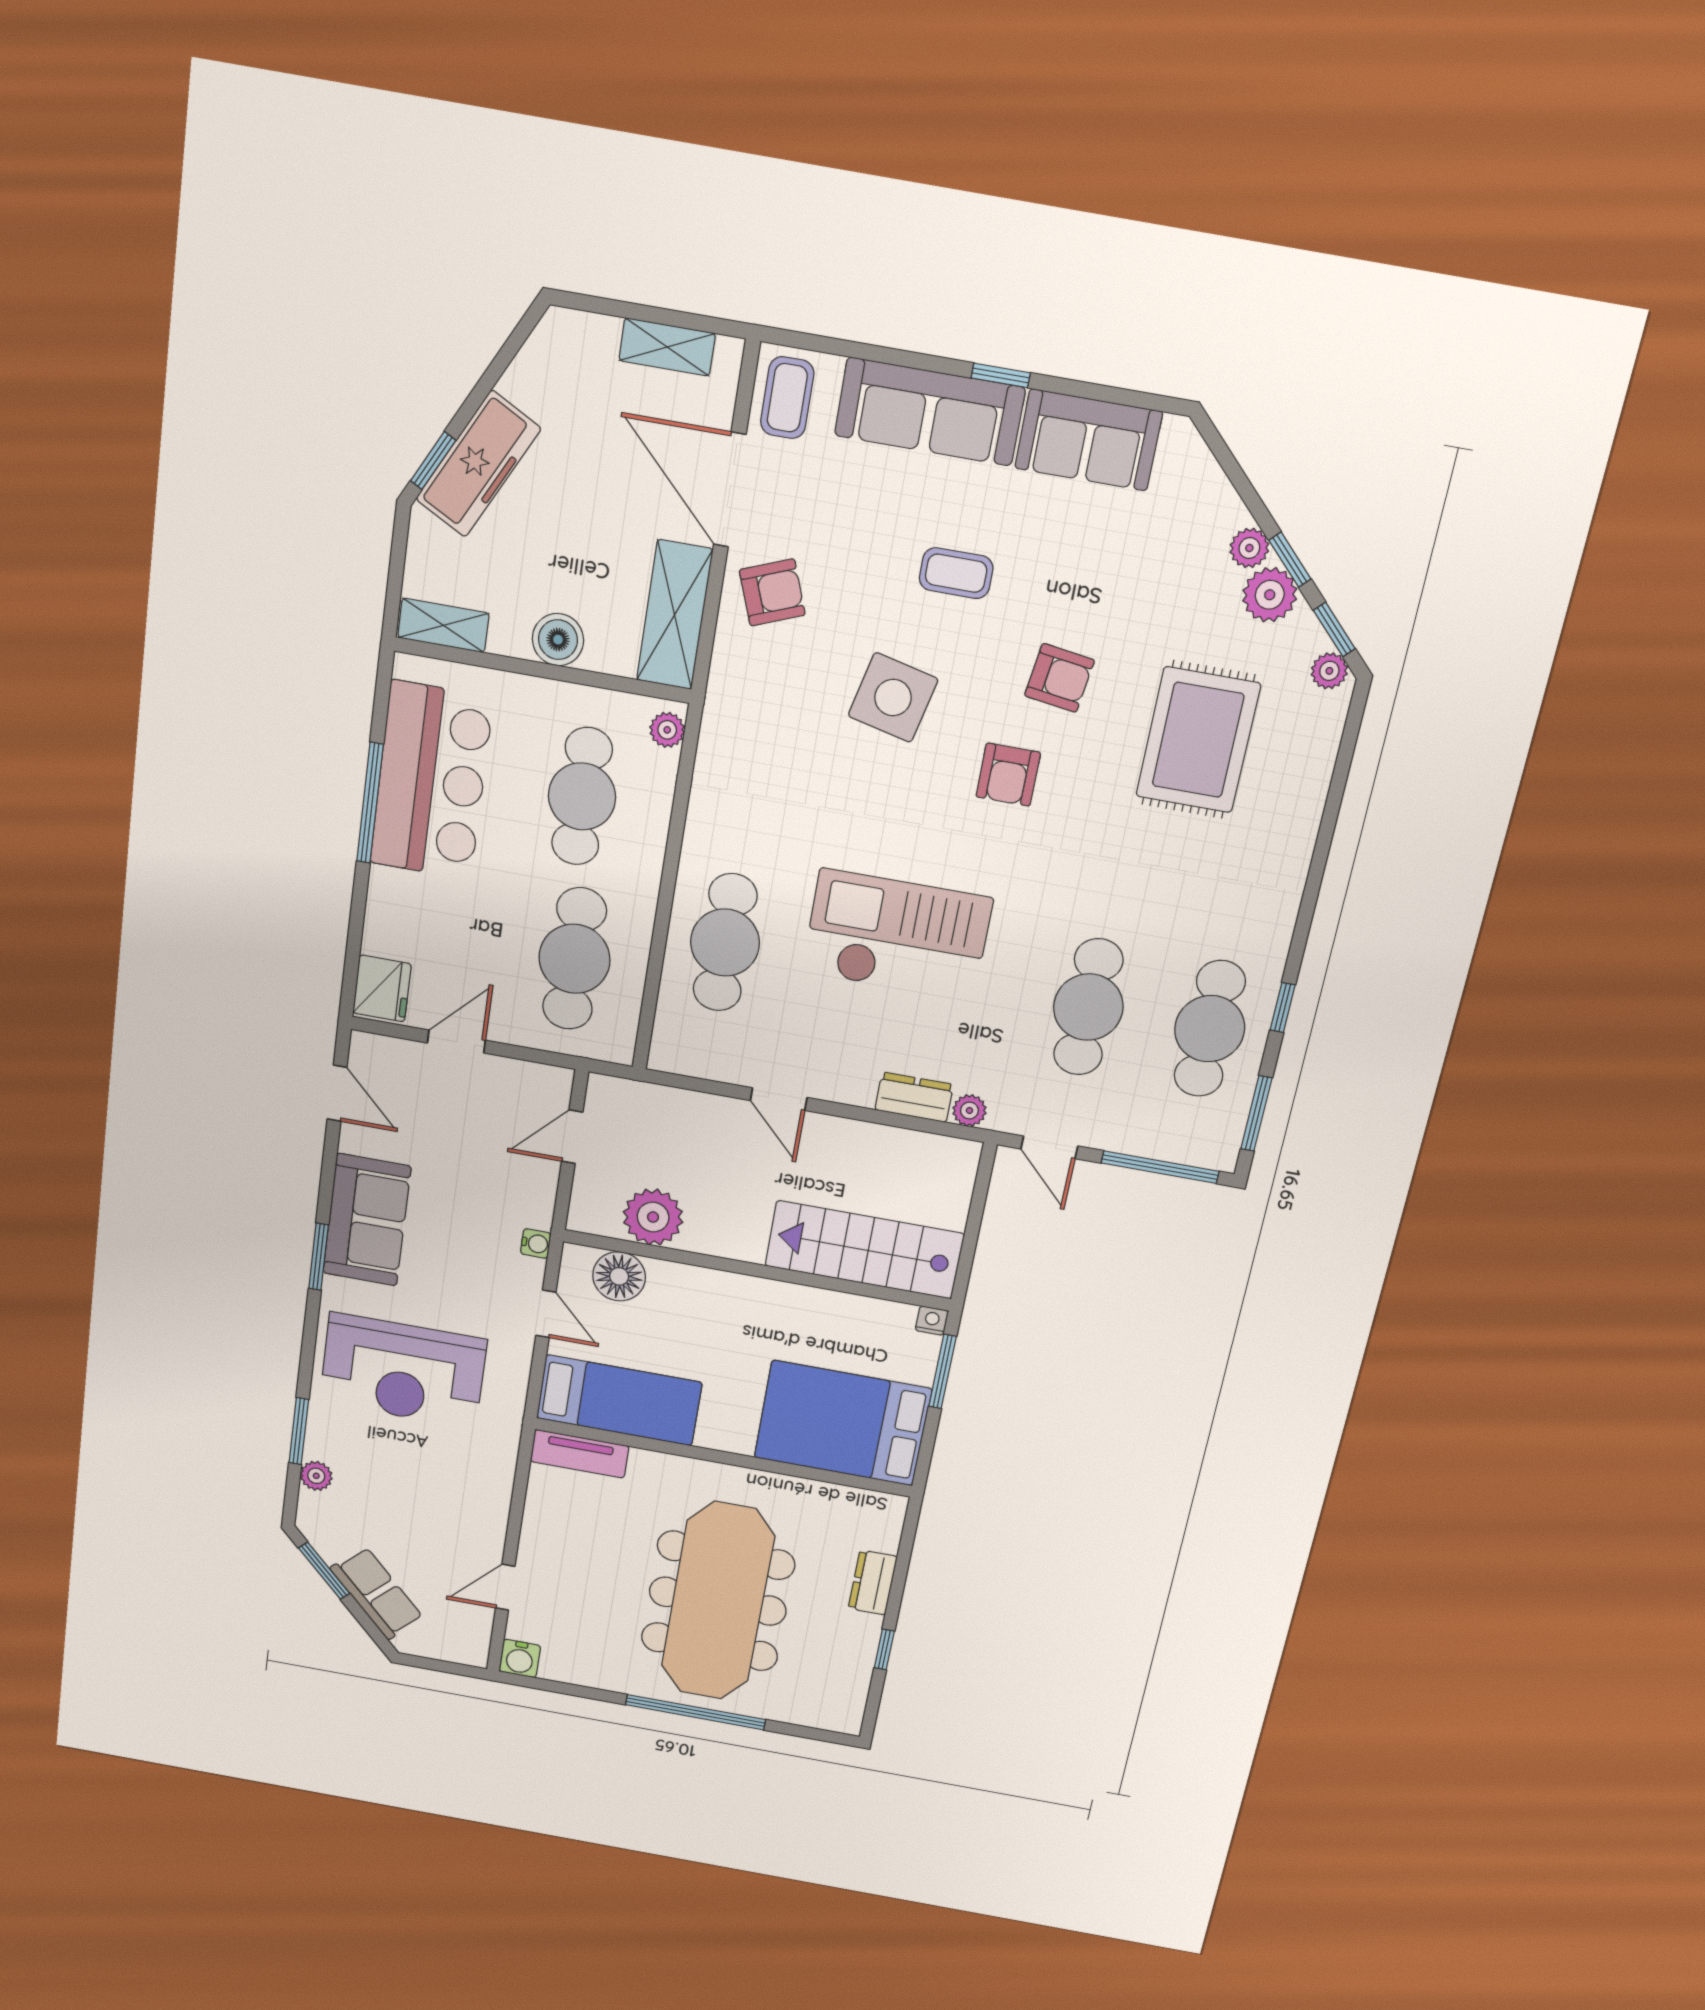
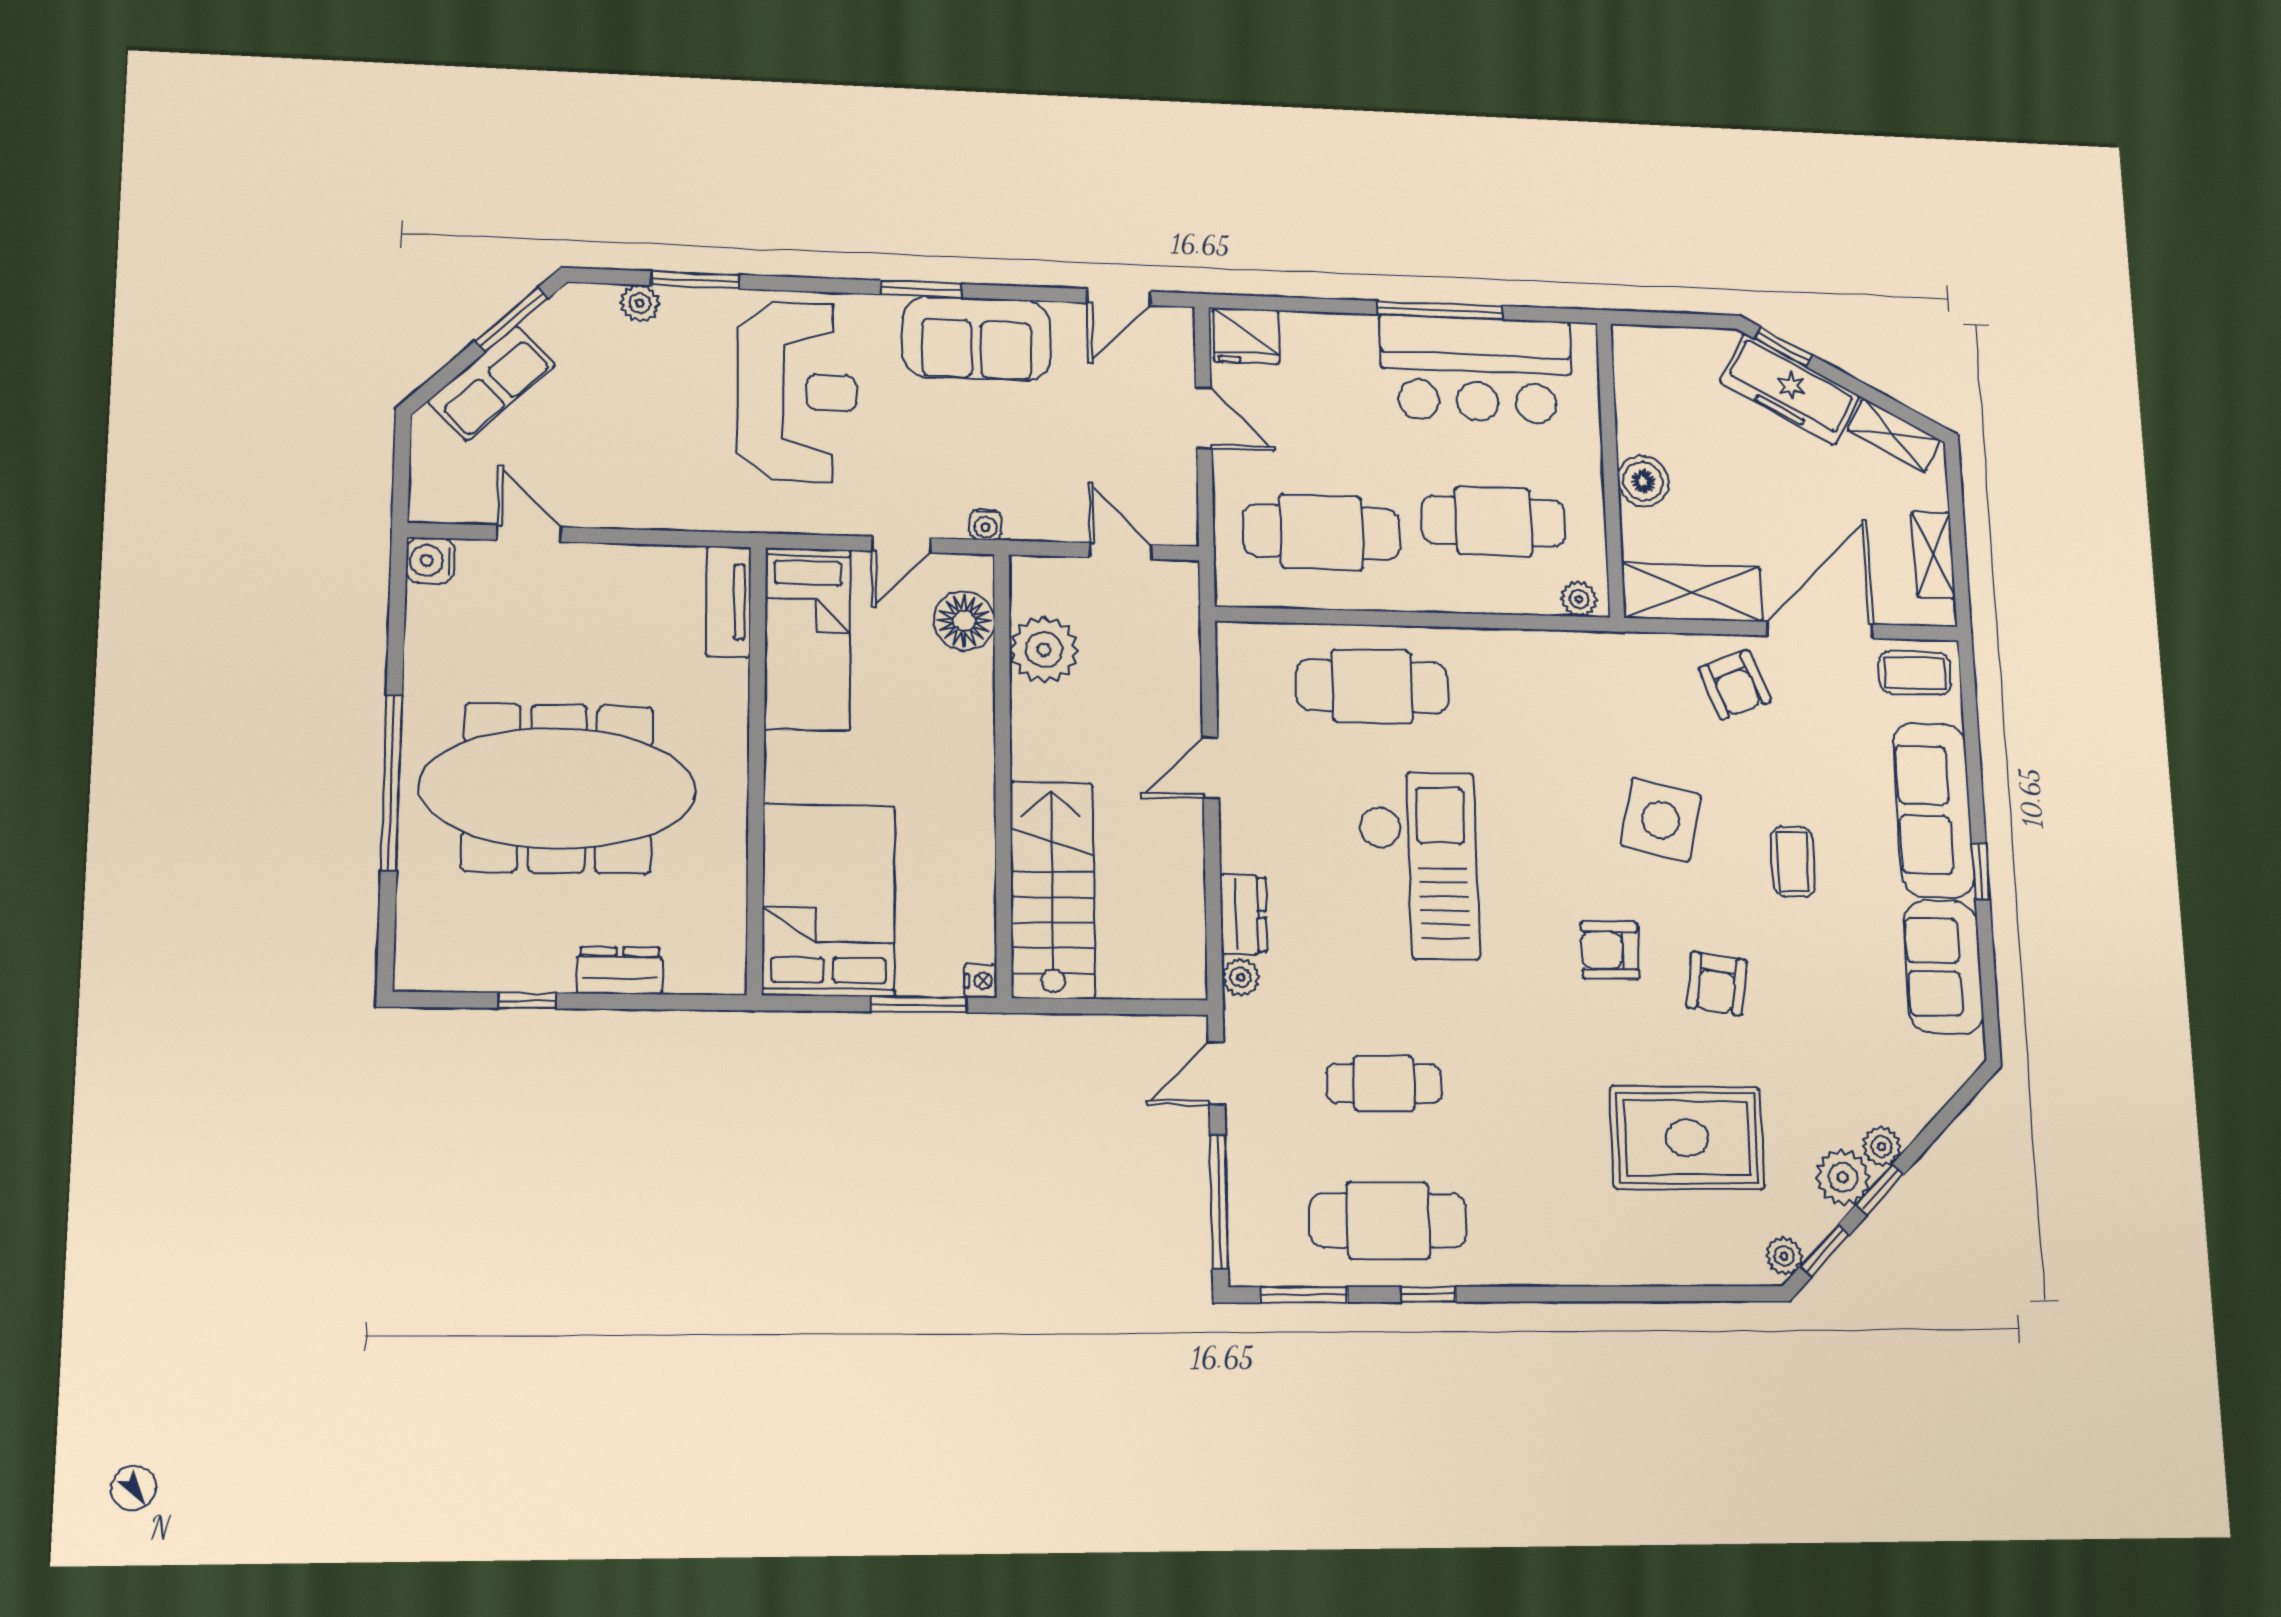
shelving: (443, 625) -> (1894, 435), moved, turned -62
cafe table: (1088, 1007) -> (1384, 1084), width x0.73, depth x0.74
reception desk: (403, 1371) -> (797, 392), turned 180

